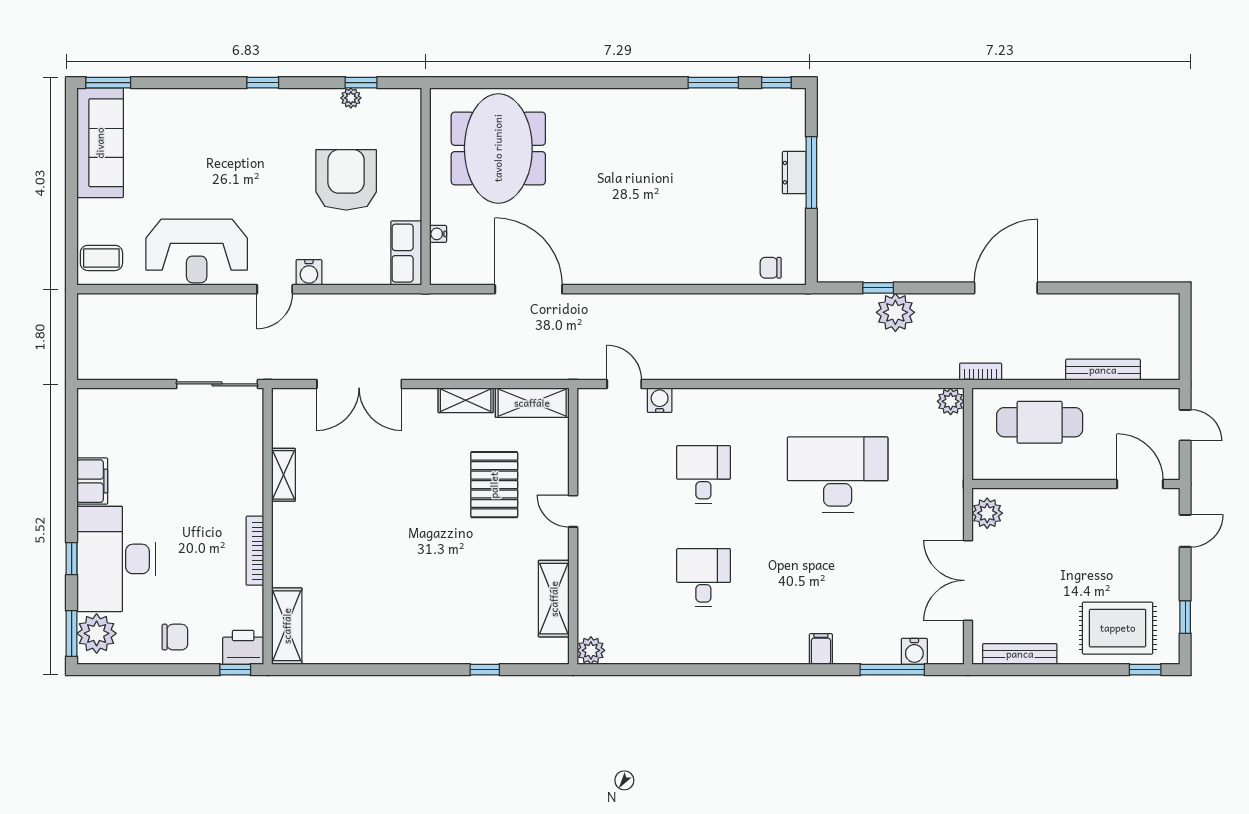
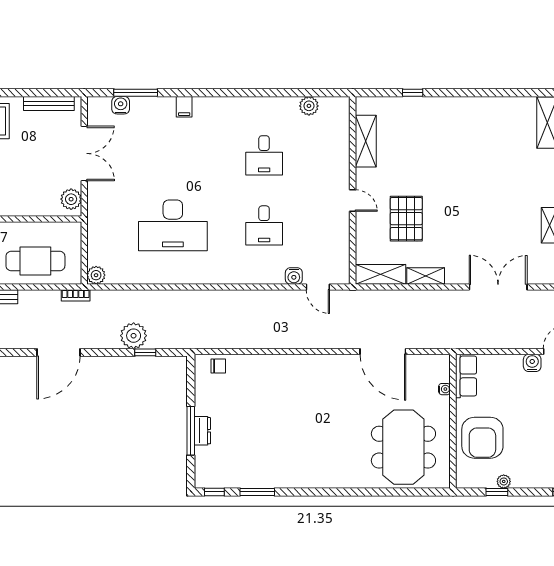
armchair: (346, 180) -> (482, 438), moved
plant: (591, 650) -> (309, 106), moved

